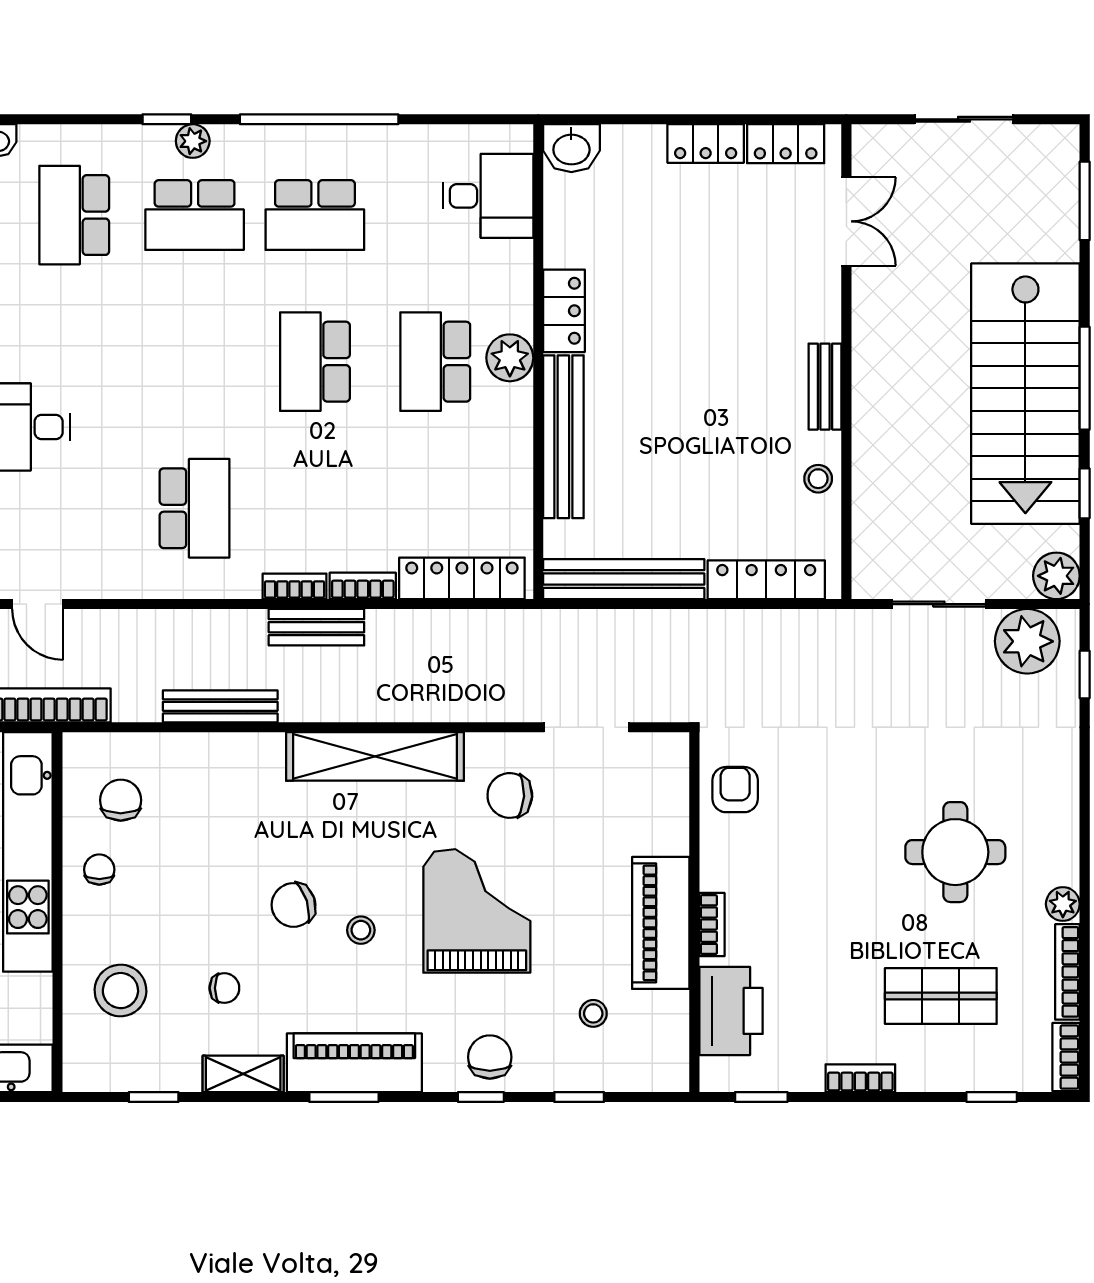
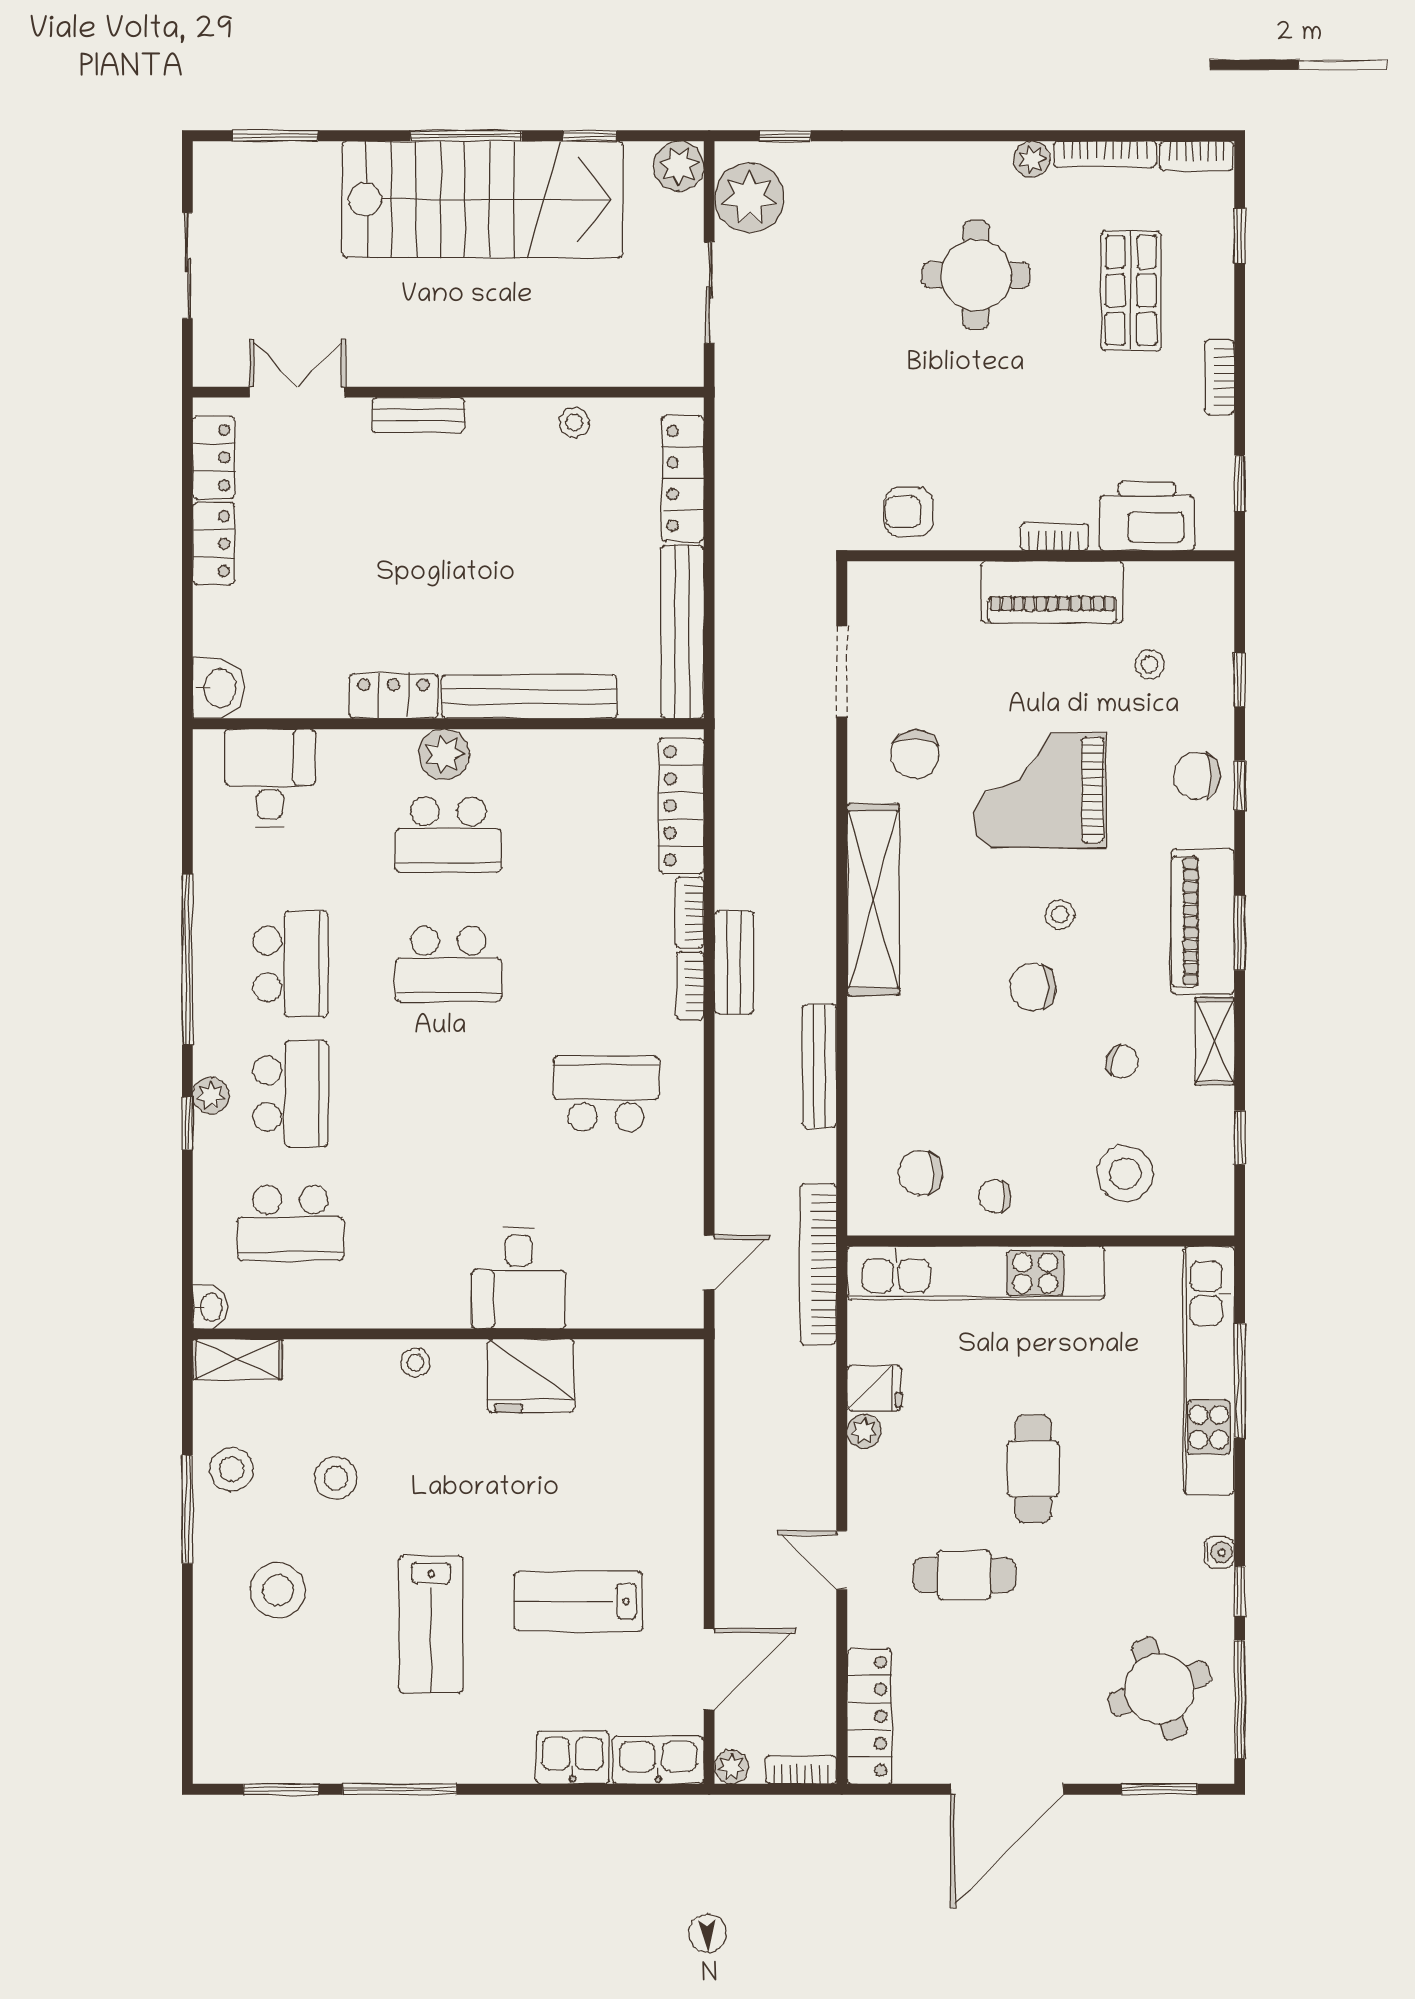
bench: (825, 387) -> (418, 415), moved
chair: (293, 905) -> (1033, 987), turned 108
chair: (224, 988) -> (1122, 1061), turned 108

